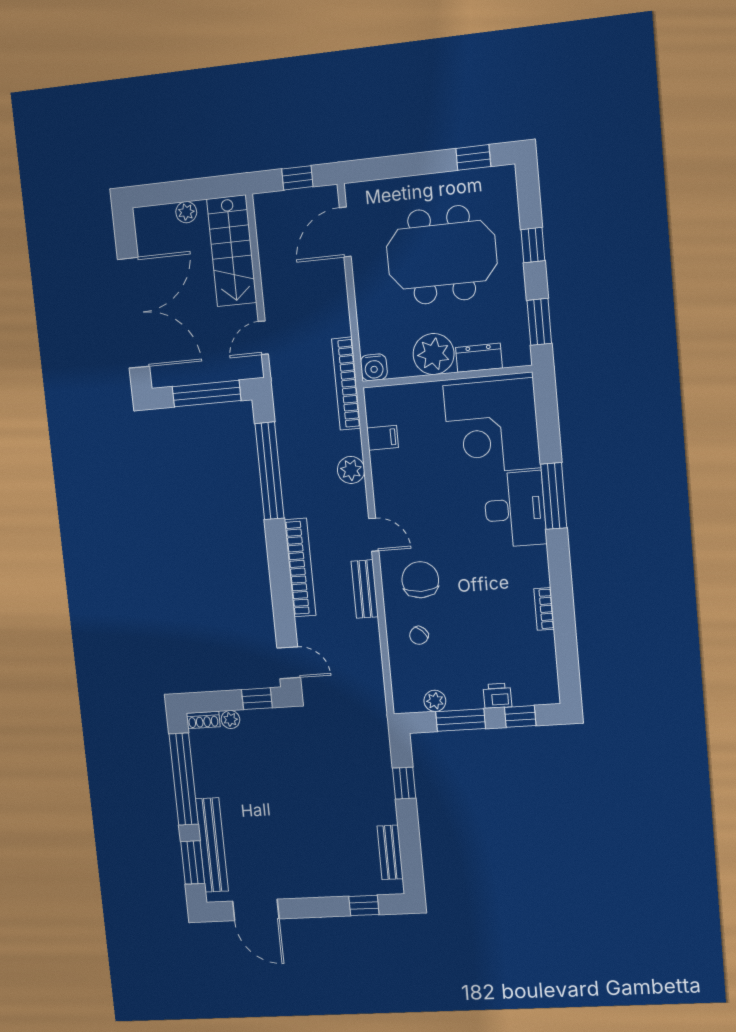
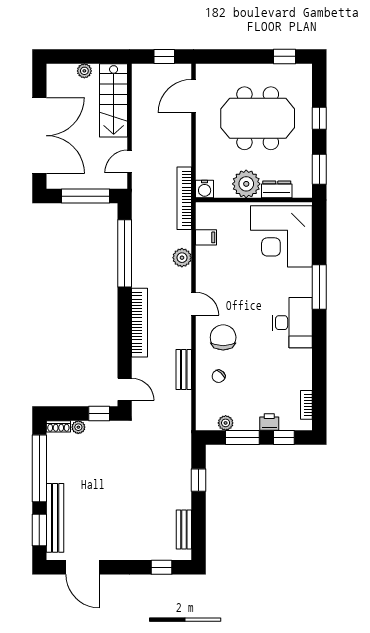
desk: (515, 509) -> (292, 323), moved
bench: (365, 589) -> (184, 370), moved
bookcase: (544, 609) -> (306, 405), moved

